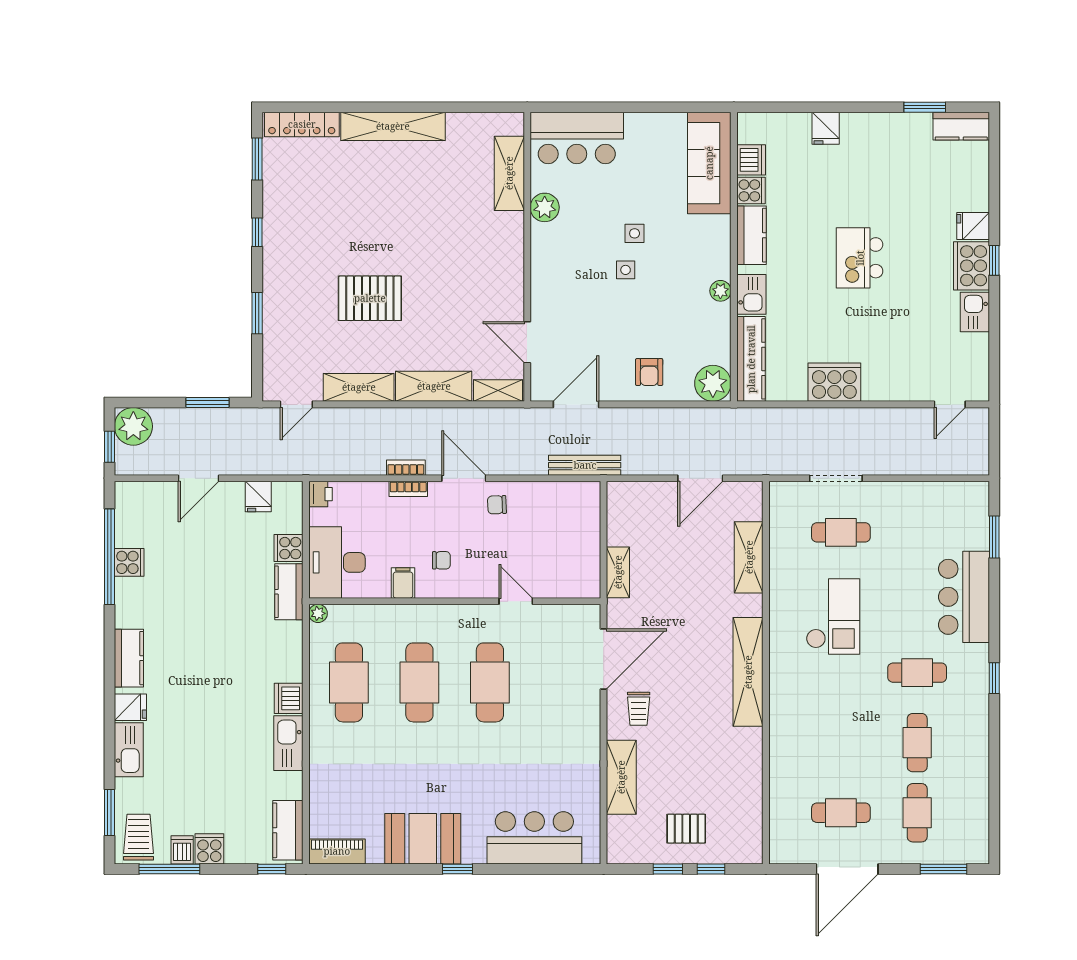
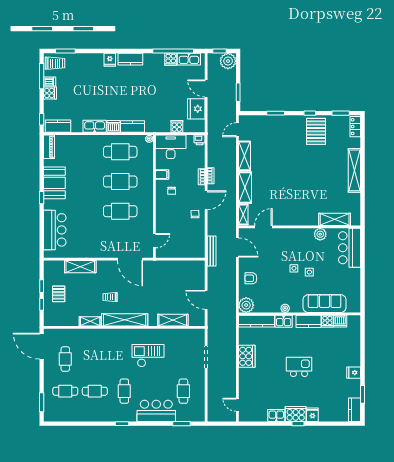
locker: (302, 124) -> (355, 127), width x0.66
fridge: (826, 128) -> (354, 373), moved
sofa: (709, 163) -> (324, 304), moved
pallet: (370, 298) -> (316, 131), moved
door: (296, 404) -> (237, 130), hinge flipped
fridge: (258, 496) -> (196, 109), width x1.88, depth x1.34
cafe table: (841, 532) -> (183, 391), moved
shelving: (618, 572) -> (90, 321), moved
kitchen counter: (289, 592) -> (133, 126), moved
door: (516, 601) -> (154, 241), moved
checkout: (833, 617) -> (148, 356), turned 180
trolley: (639, 709) -> (110, 297), moved
kitchen sink: (129, 750) -> (189, 59), moved
door: (847, 869) -> (42, 346), moved

